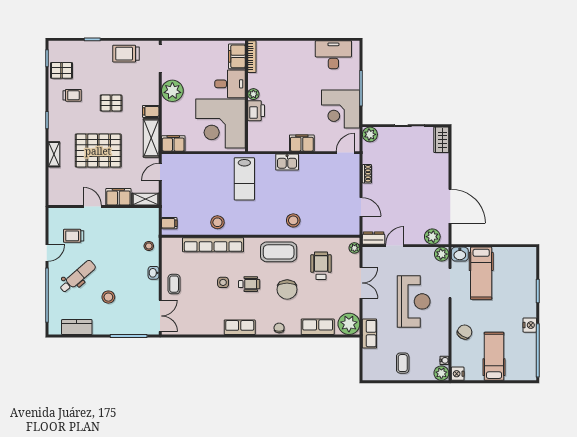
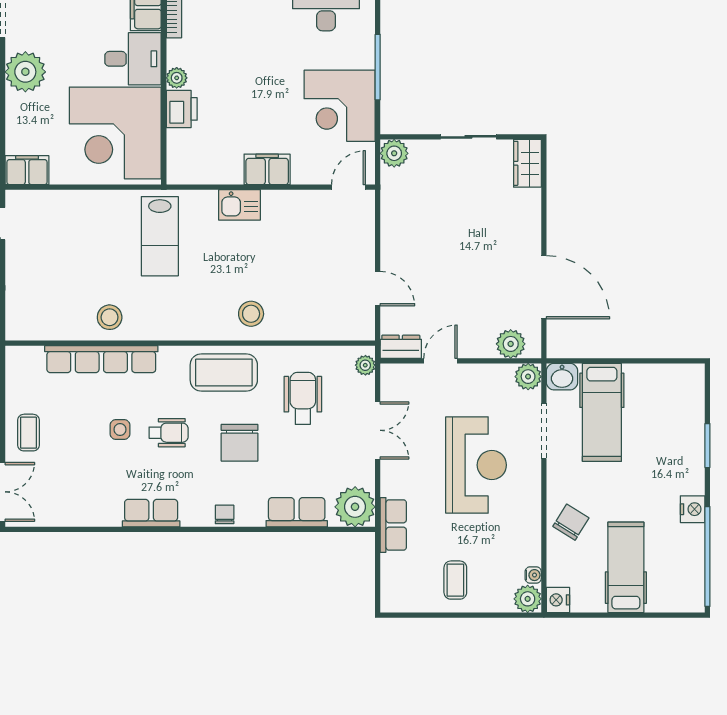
shoe rack: (367, 174) -> (389, 227), removed
filing cabinet: (169, 223) -> (20, 319), removed

